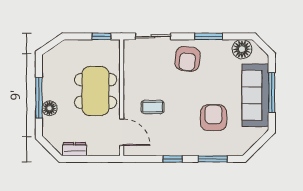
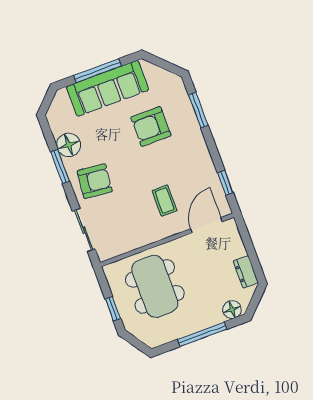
window: (101, 36) -> (113, 309), moved
floor lamp: (242, 49) -> (69, 145), moved
dining table: (96, 91) -> (155, 286), moved, turned 90
floor lamp: (49, 108) -> (232, 310), moved
window: (173, 159) -> (225, 183), moved

